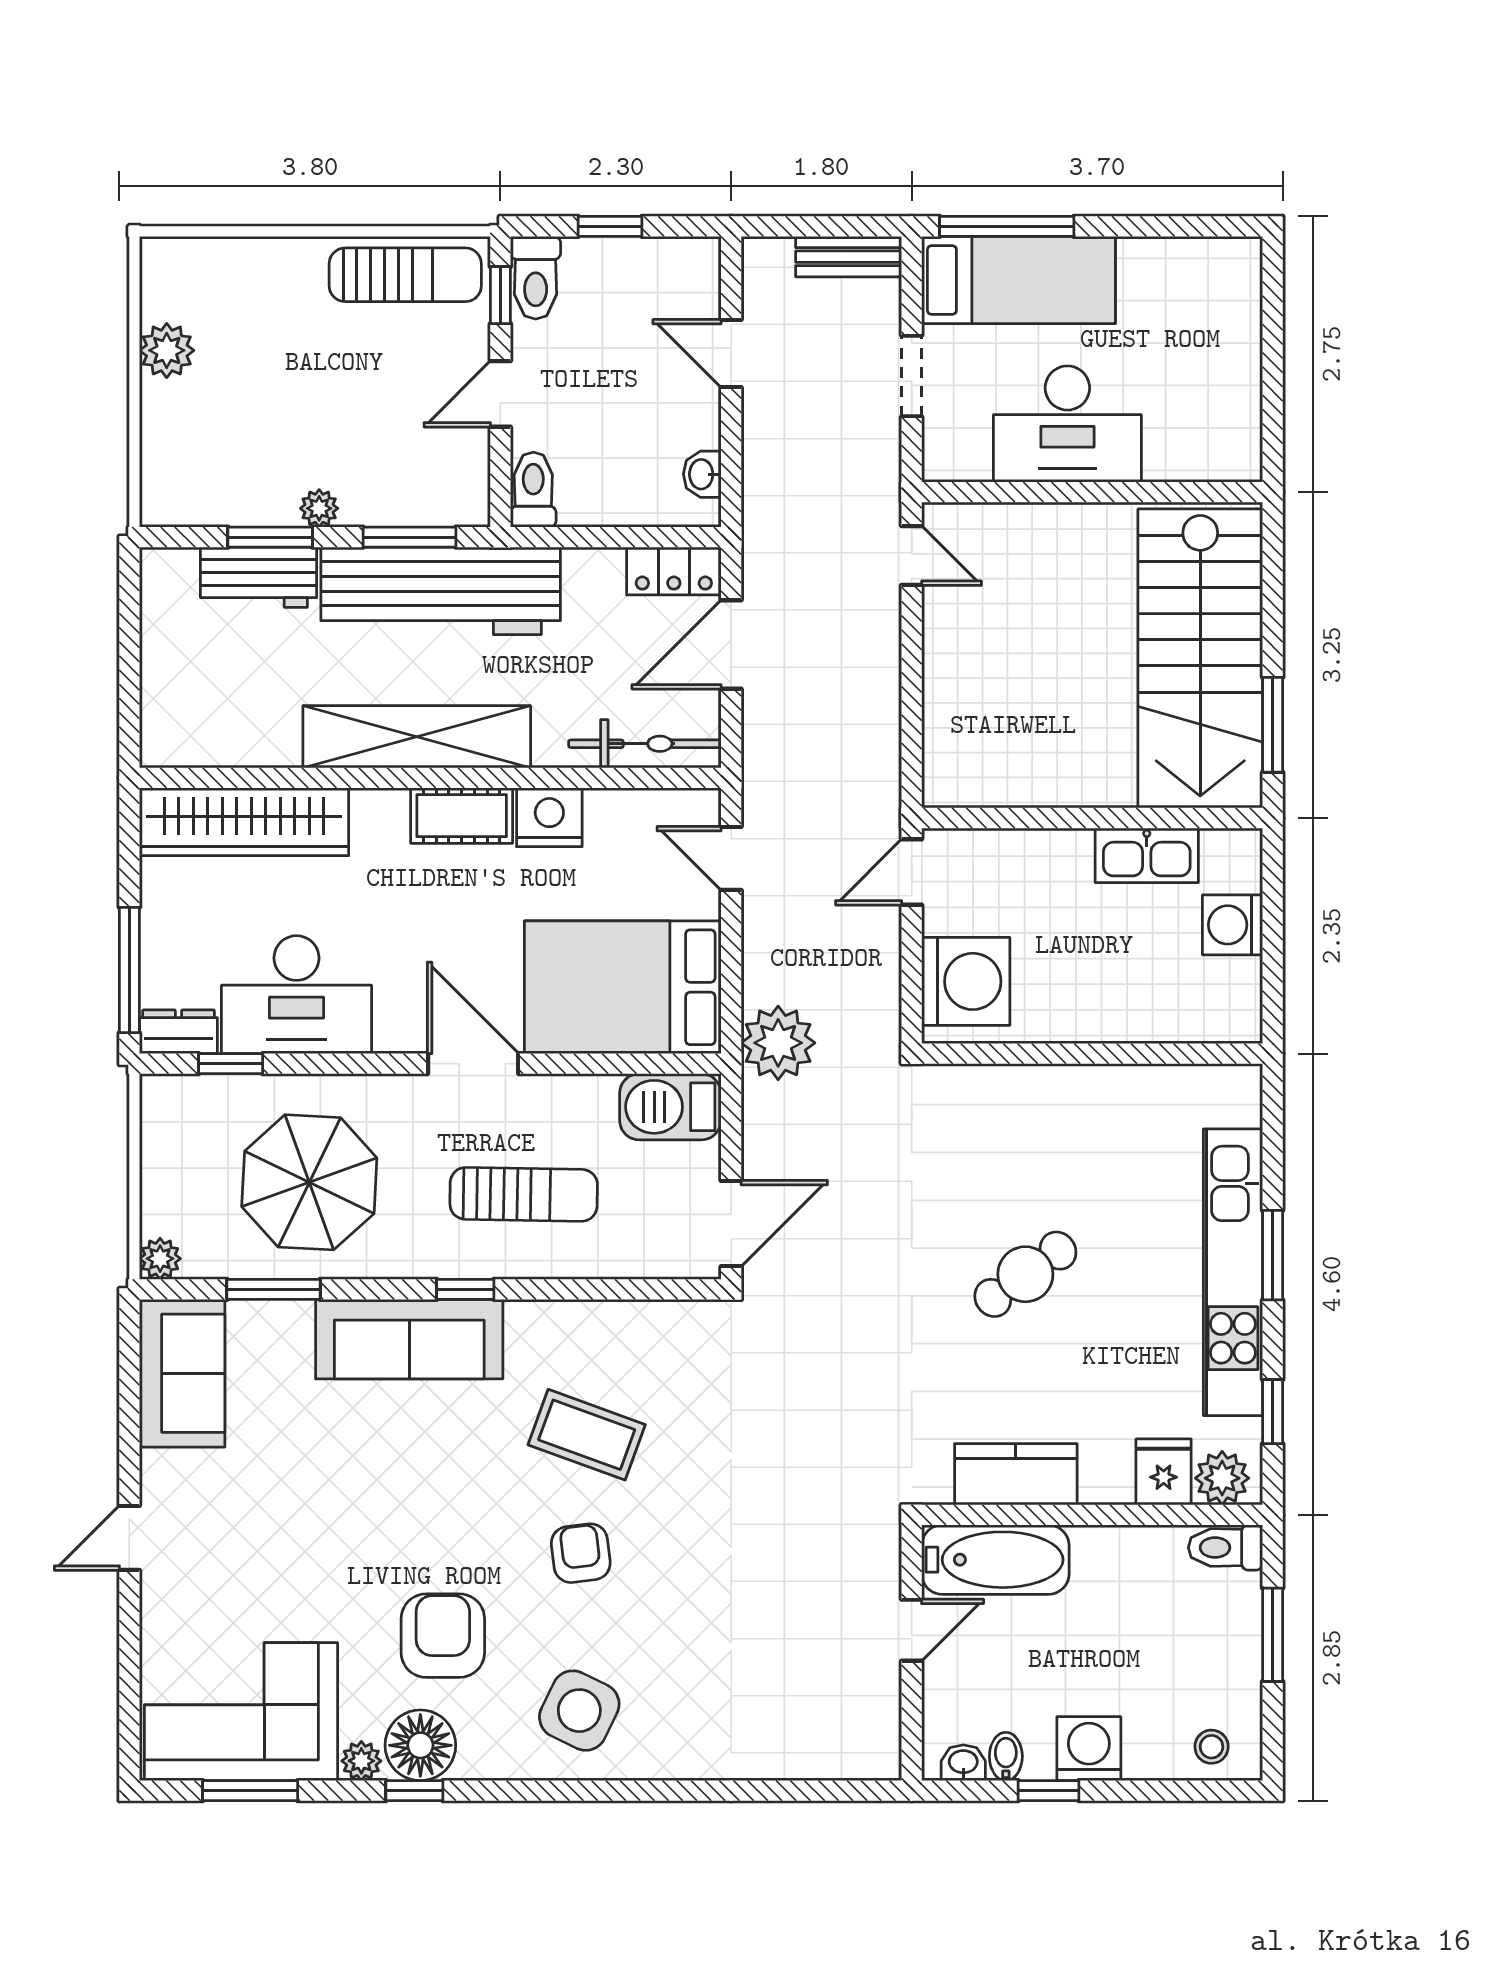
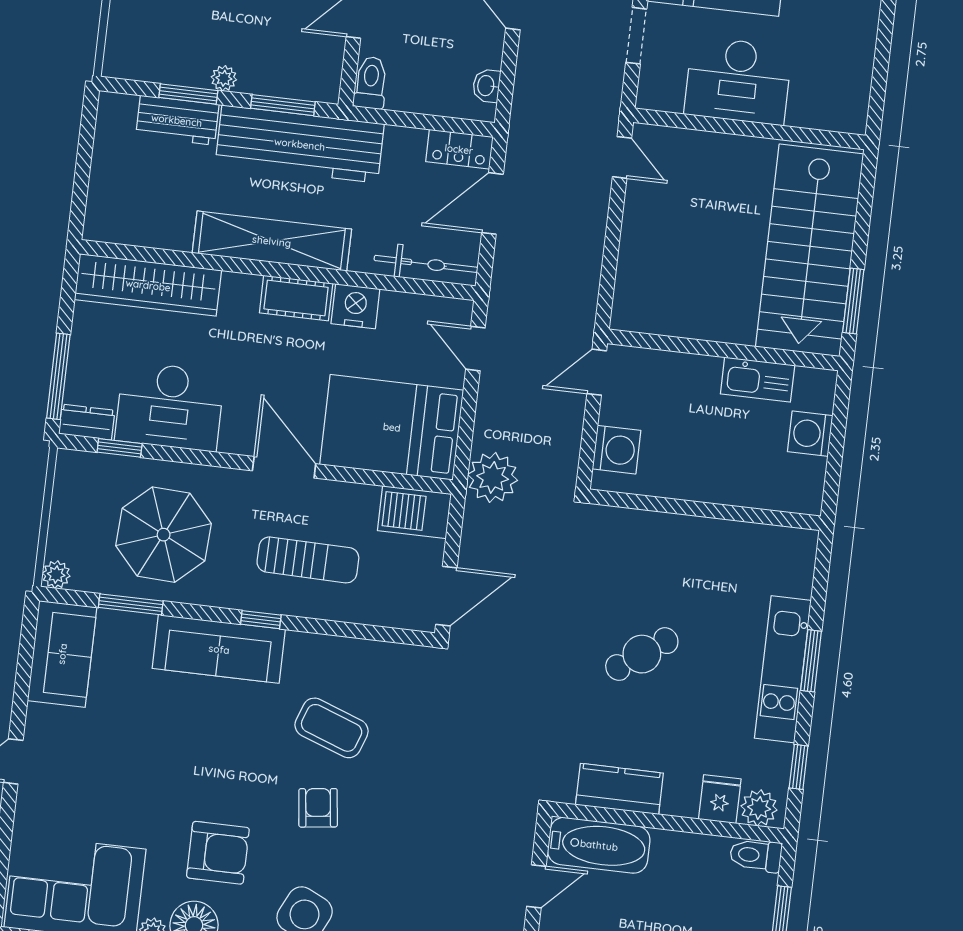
washing machine: (966, 981) -> (617, 450), width x0.73, depth x0.73
kitchen unit: (1233, 1272) -> (783, 669), width x0.73
armchair: (443, 1636) -> (218, 853), turned 90

